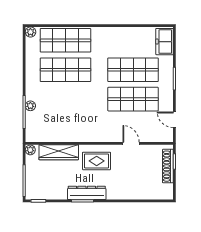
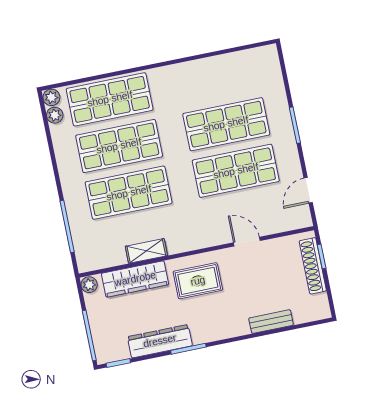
freezer: (165, 42) -> (267, 69), removed
shop shelf: (65, 99) -> (129, 193), added
plant: (30, 106) -> (55, 115), moved
door: (174, 120) -> (308, 190), hinge flipped
shelving: (69, 137) -> (146, 251), added
dresser: (87, 193) -> (160, 341), moved
bench: (136, 195) -> (271, 322), added

